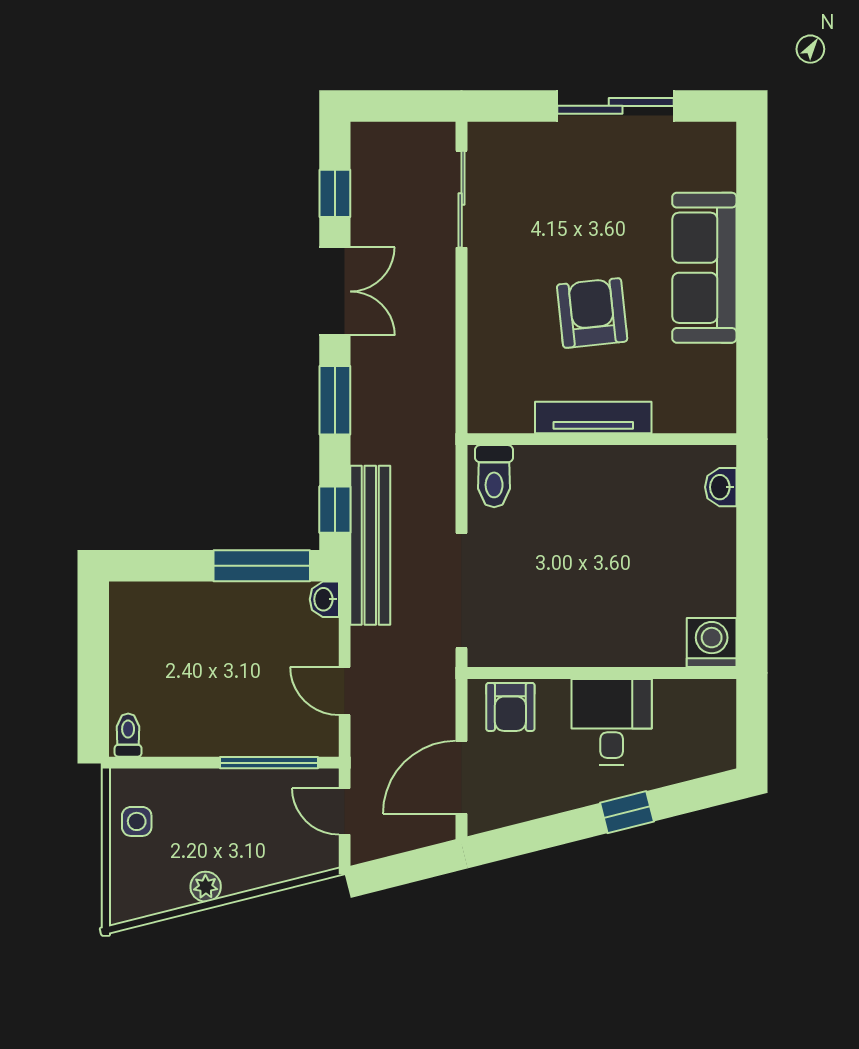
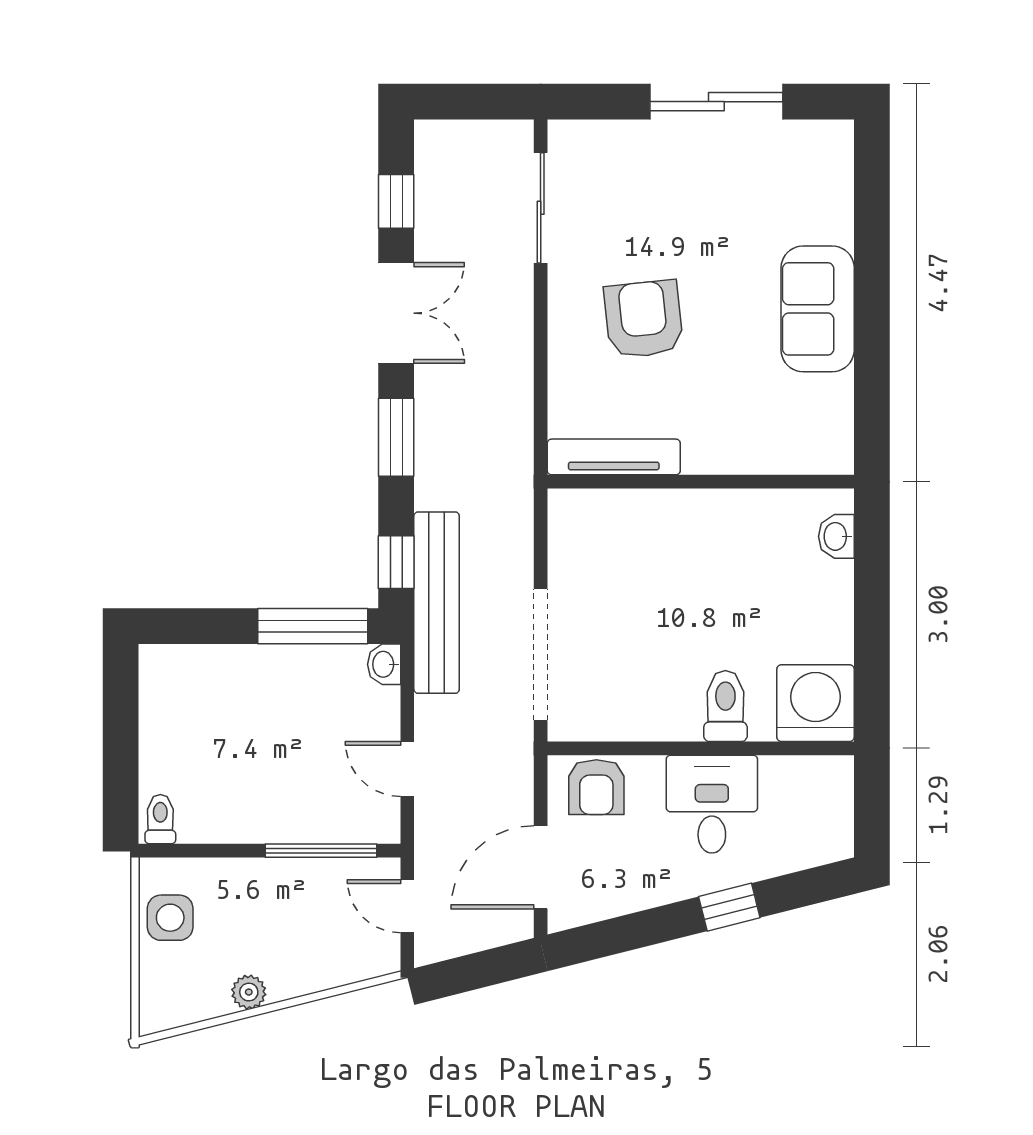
sofa: (704, 268) -> (818, 309), width x0.73
armchair: (592, 313) -> (644, 319), moved
tv unit: (593, 418) -> (614, 457), moved
toilet: (494, 476) -> (725, 706), moved, turned 180
washing machine: (712, 642) -> (815, 703), width x1.37, depth x1.37
side table: (137, 821) -> (170, 918), width x1.37, depth x1.37

